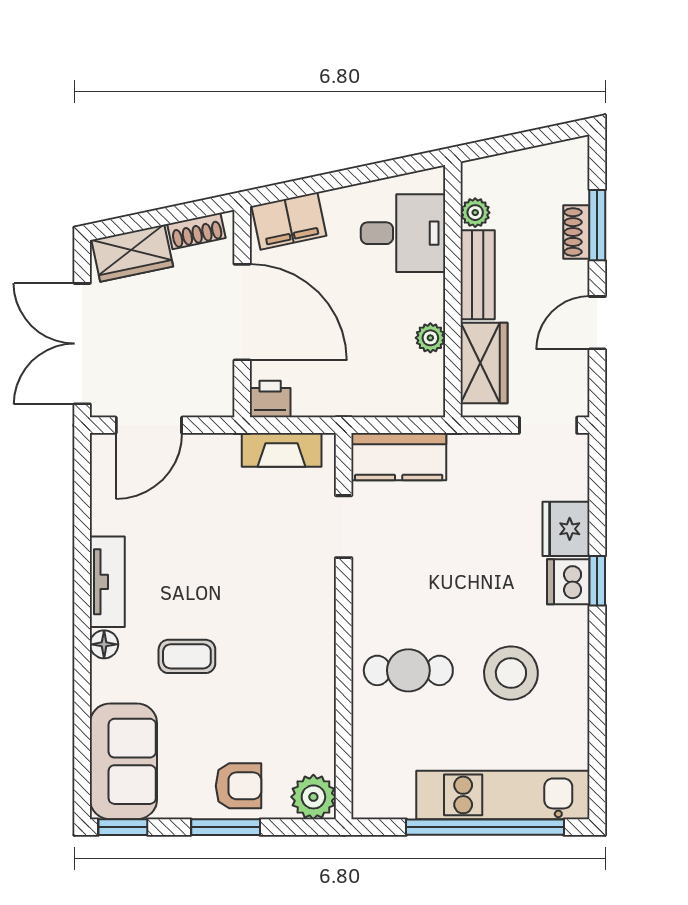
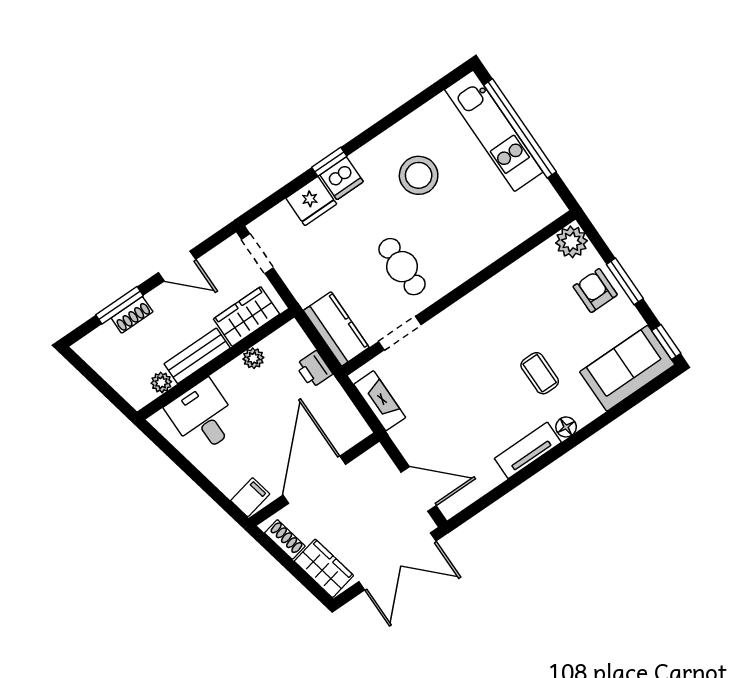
filing cabinet: (289, 221) -> (250, 497), width x0.50
printer: (270, 399) -> (314, 369), moved
cafe table: (408, 670) -> (402, 267), moved

